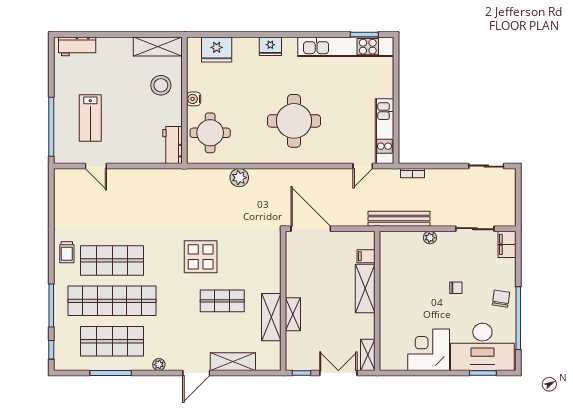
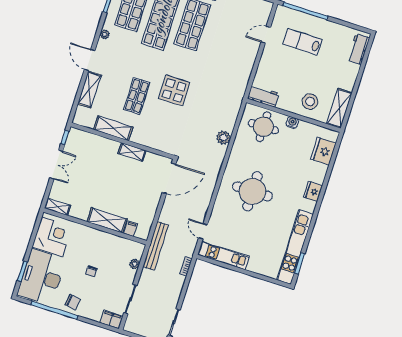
filing cabinet: (366, 256) -> (131, 229), moved
shelving: (365, 288) -> (107, 220), moved
wall: (377, 301) -> (95, 226), moved
shelving: (293, 314) -> (132, 152), moved
shelving: (368, 355) -> (57, 207), moved

